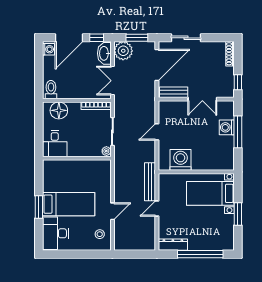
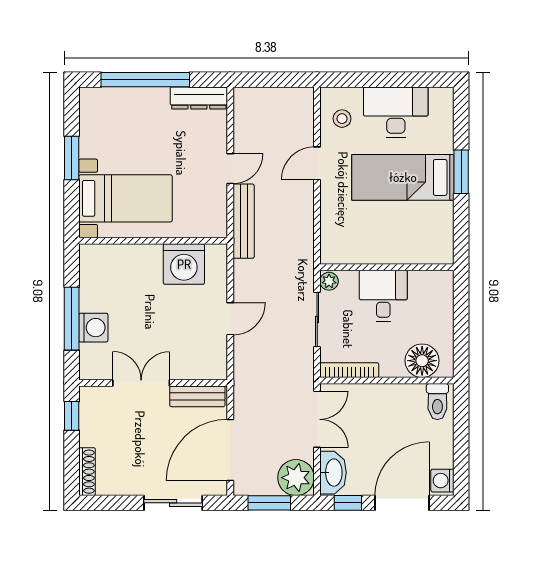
desk: (55, 144) -> (383, 296), moved
desk: (55, 233) -> (396, 112), moved, turned -90

